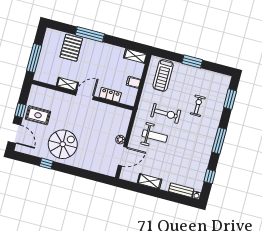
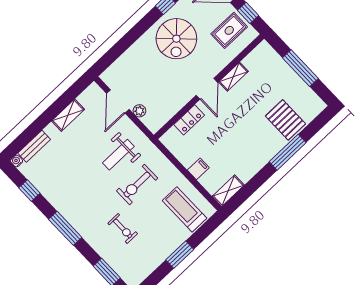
shelving: (67, 84) -> (233, 77), moved
wall: (83, 95) -> (209, 87), moved
locker: (110, 95) -> (189, 120), moved
door: (85, 96) -> (207, 89), moved

